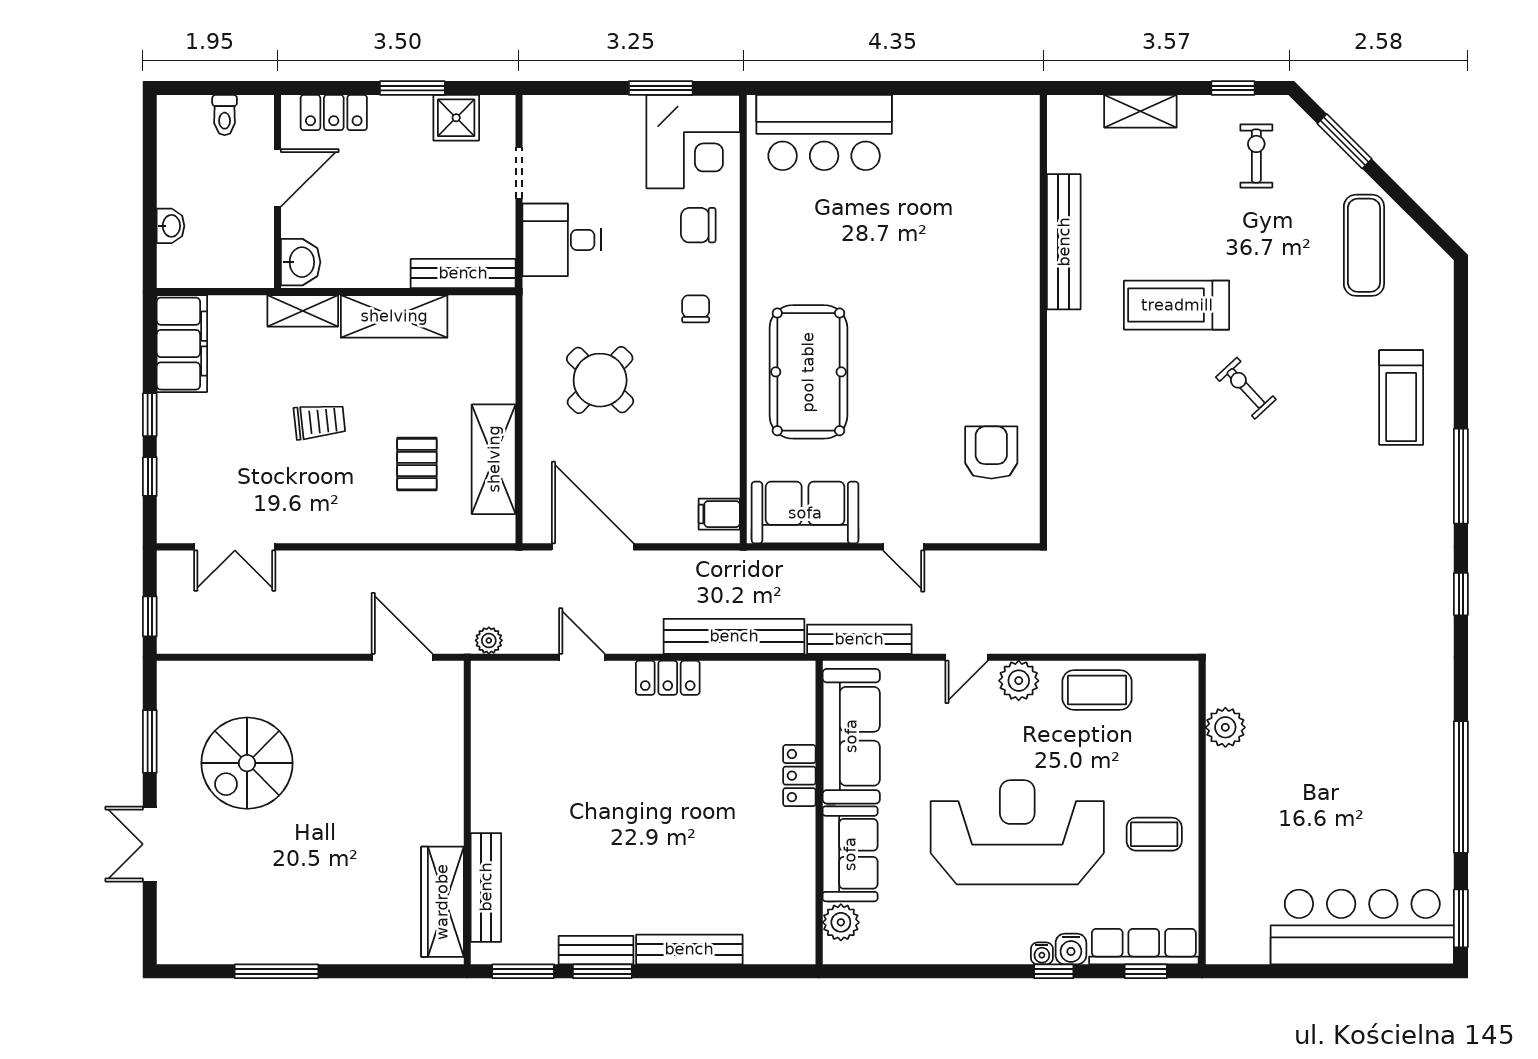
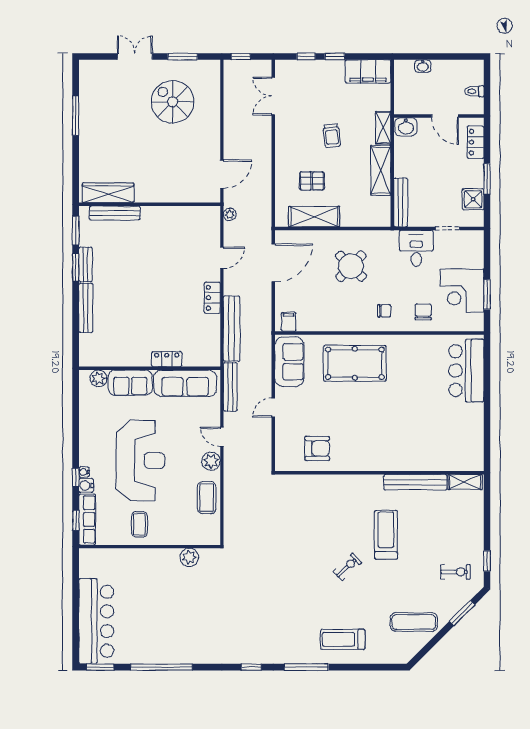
shelving: (1140, 111) -> (465, 482), moved, turned 90
corner desk: (693, 142) -> (462, 291), moved

